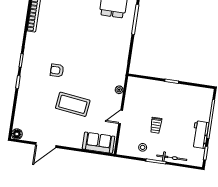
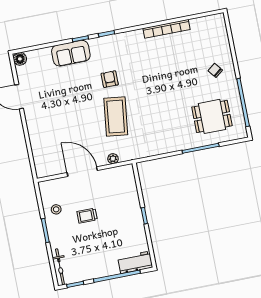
coffee table: (73, 104) -> (116, 117), moved
door: (121, 117) -> (82, 172), width x1.88
workbench: (200, 135) -> (135, 262), moved
sofa: (99, 143) -> (71, 53), moved, turned 90
bicycle: (172, 158) -> (60, 267), moved

